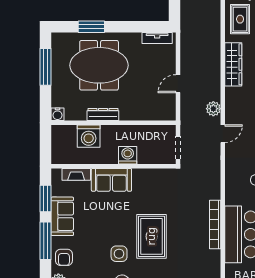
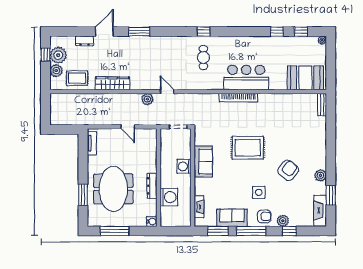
sofa: (111, 180) -> (203, 161), moved
side table: (119, 254) -> (259, 192), moved

